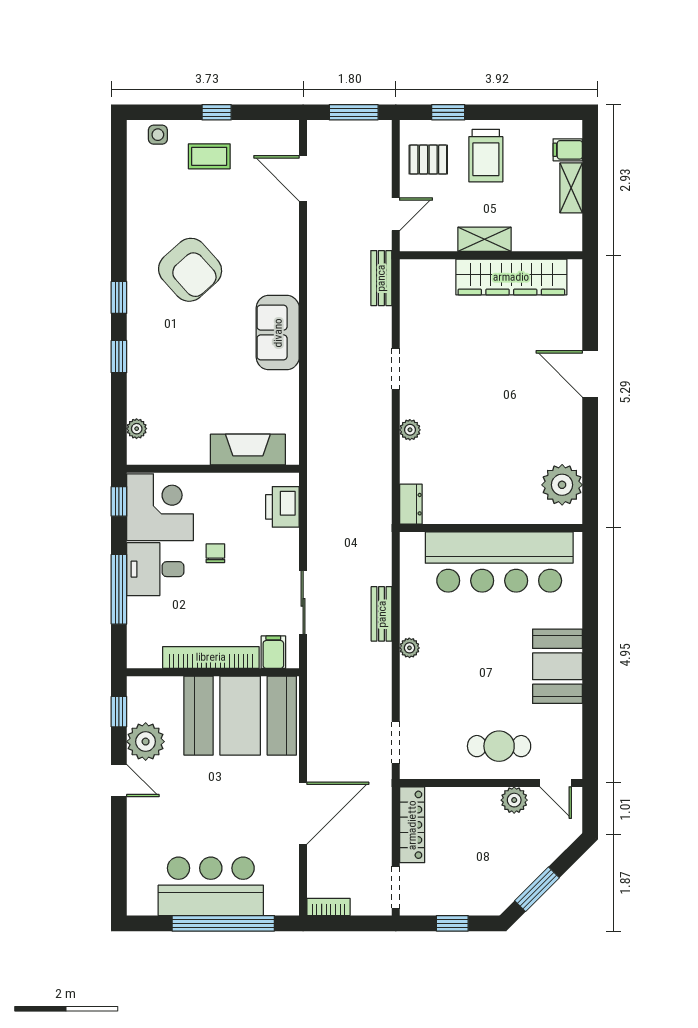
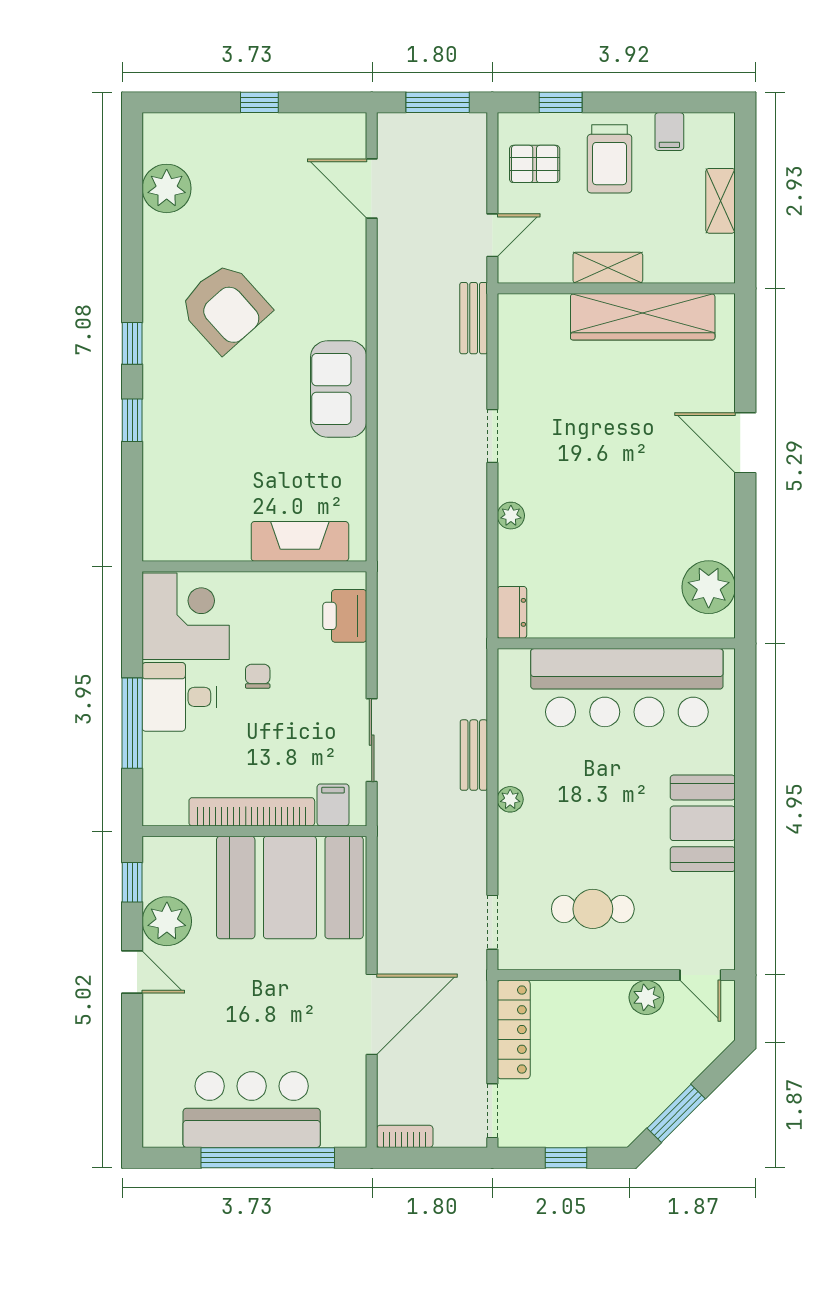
side table: (158, 135) -> (183, 132), removed
filing cabinet: (568, 150) -> (669, 132), moved, turned -90
coffee table: (209, 156) -> (250, 160), removed
plant: (137, 429) -> (167, 188), moved, width x1.87, depth x1.87
window: (119, 501) -> (132, 609), removed
cafe table: (499, 746) -> (593, 909), moved

